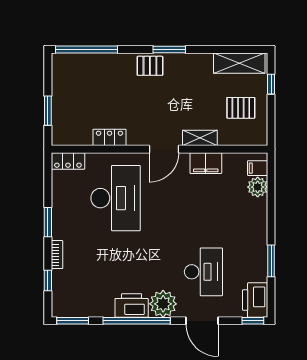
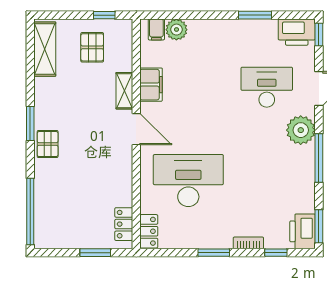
window: (271, 84) -> (104, 15), moved
locker: (110, 137) -> (124, 224), moved
printer: (132, 306) -> (303, 231), moved
window: (137, 321) -> (319, 158), width x0.68

